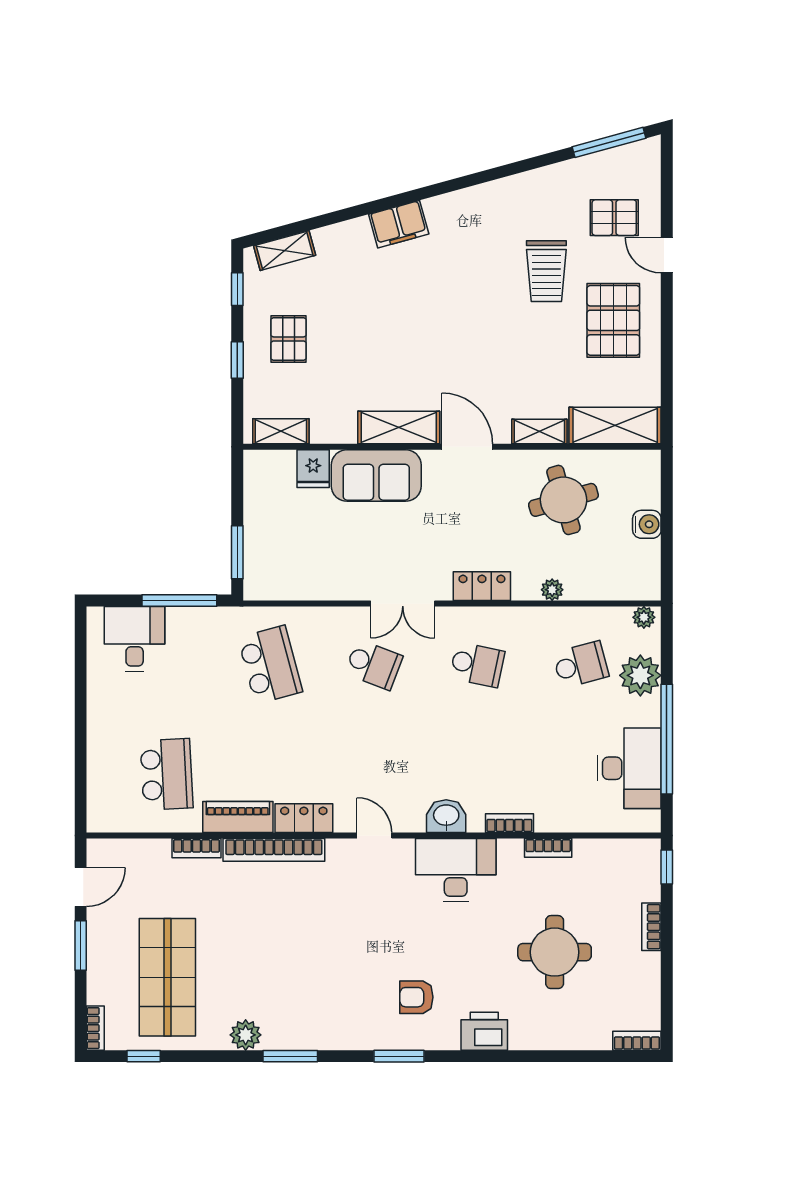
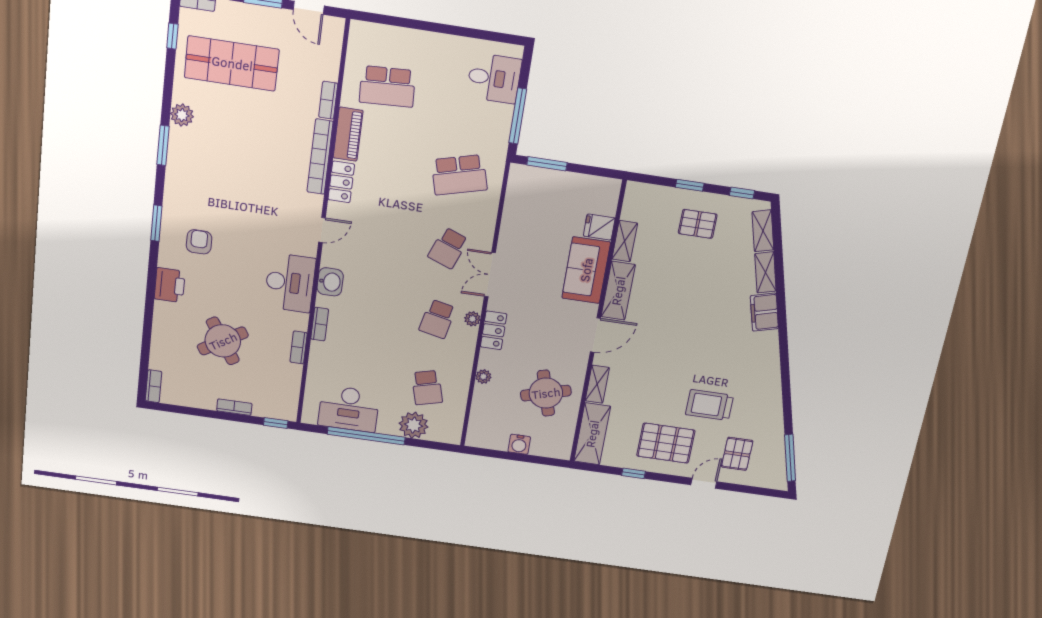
shelving: (342, 235) -> (765, 272), added
window: (667, 357) -> (634, 473), added
shelving: (281, 431) -> (625, 241), moved
plant: (644, 617) -> (472, 319), moved
round table: (555, 952) -> (223, 341), turned -32

